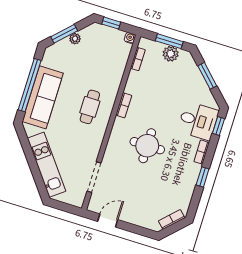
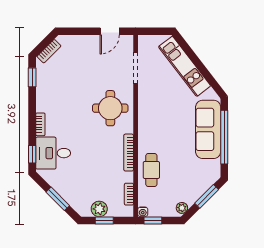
window: (111, 23) -> (153, 220), moved
plant: (75, 39) -> (182, 208), moved
window: (169, 41) -> (104, 220), width x0.67
bookcase: (124, 105) -> (129, 153), width x1.56
cafe table: (90, 107) -> (151, 170), moved
round table: (147, 146) -> (110, 108), moved
window: (203, 177) -> (32, 77), moved

